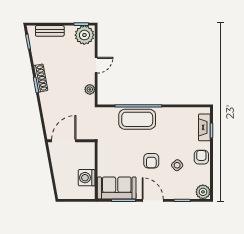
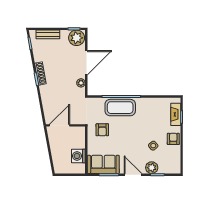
door: (96, 65) -> (86, 63), width x1.87
armchair: (151, 161) -> (102, 130), moved
plant: (203, 192) -> (152, 168), moved

